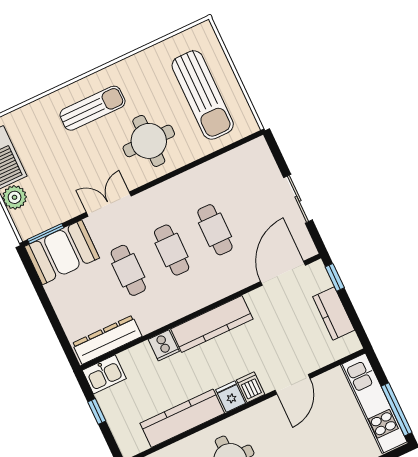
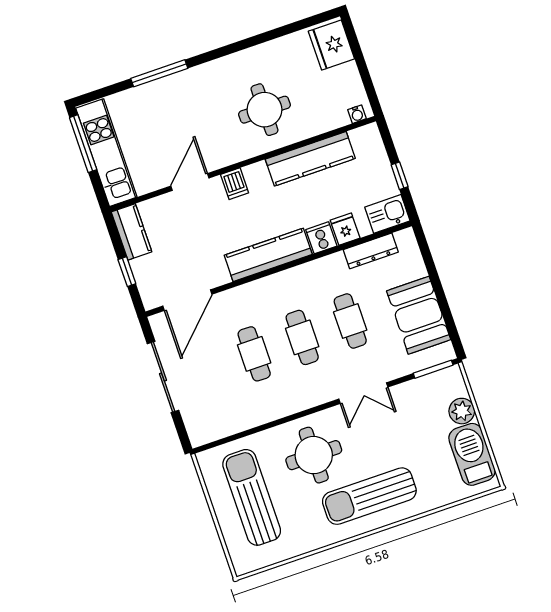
sun lounger: (92, 108) -> (369, 496), width x1.36, depth x1.34
sliding door: (298, 199) -> (163, 377), width x1.37
booth: (62, 252) -> (419, 315), moved, turned 90
window: (335, 277) -> (127, 272), moved
kitchen counter: (334, 313) -> (132, 232), moved
dresser: (107, 340) -> (371, 251), width x0.73, depth x0.80
fridge: (231, 397) -> (345, 229), moved, turned 180

